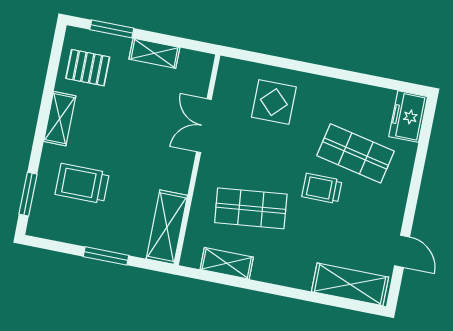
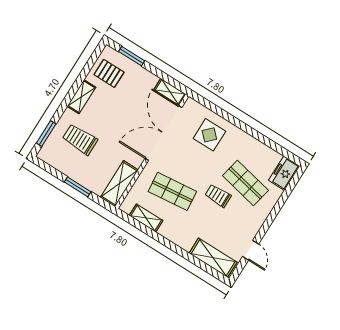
shelving: (154, 53) -> (170, 92), moved
double door: (204, 126) -> (164, 133), width x1.87

